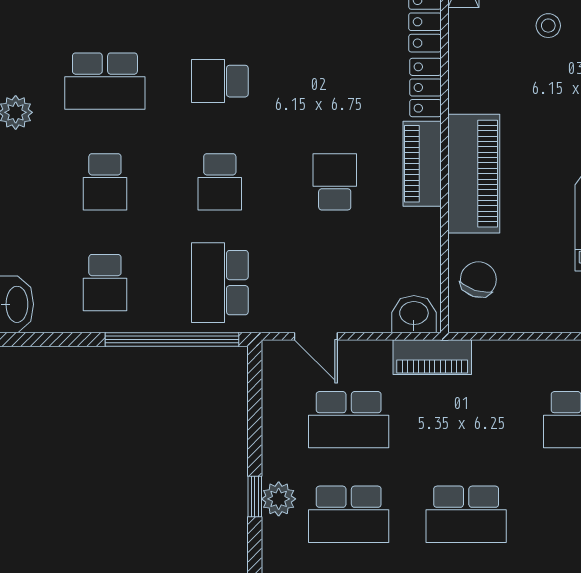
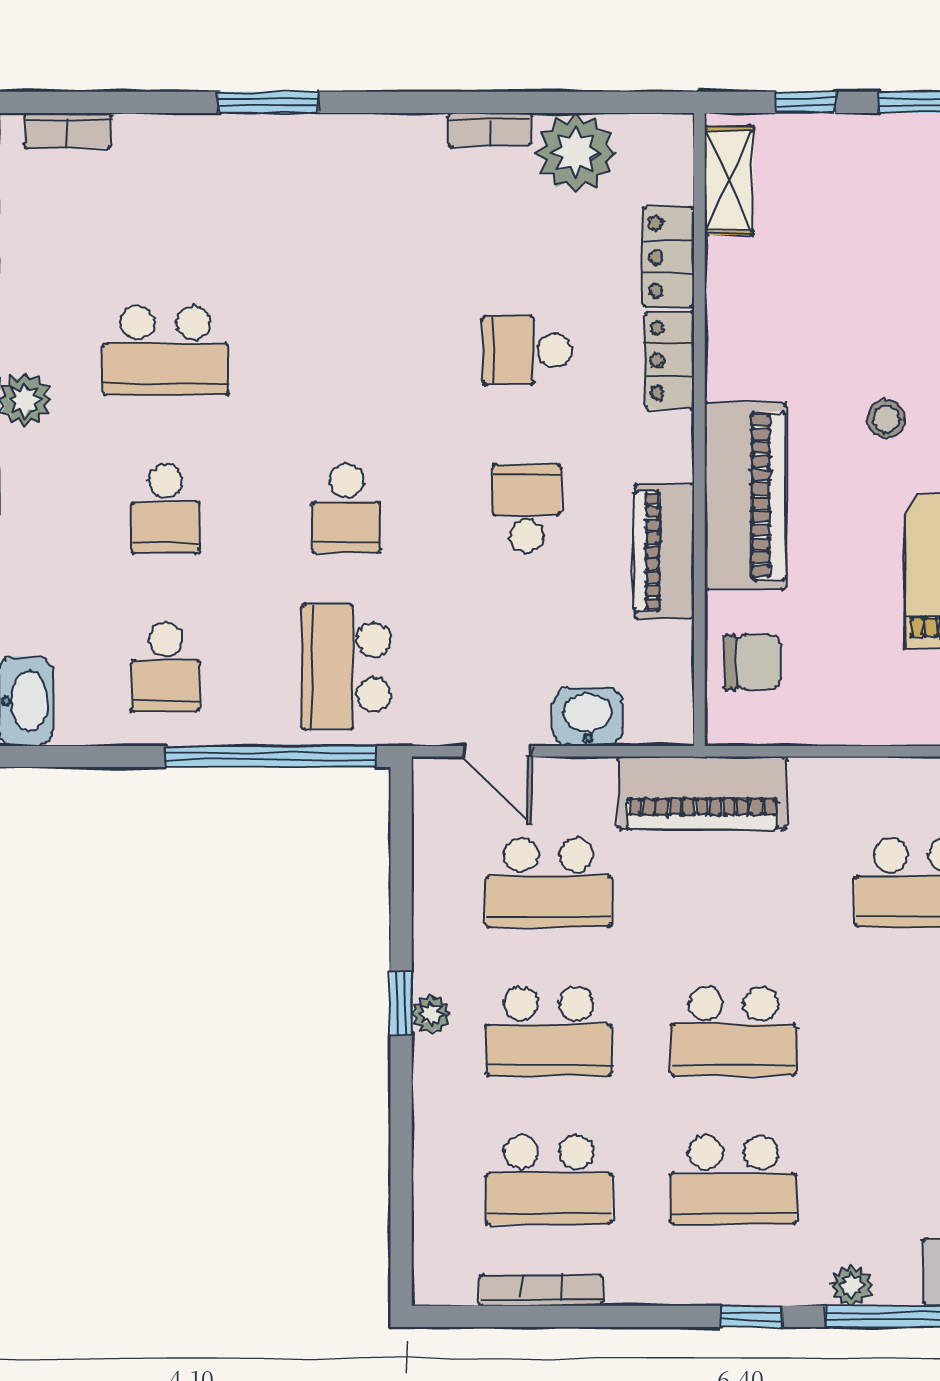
stool: (548, 26) -> (886, 419), moved
school desk: (220, 81) -> (527, 350), moved
piano: (422, 164) -> (664, 551), moved
chair: (478, 279) -> (753, 662), turned 72
washbasin: (414, 314) -> (588, 717), moved
piano: (432, 357) -> (702, 793), width x1.37, depth x1.33
plant: (279, 499) -> (431, 1014), width x0.73, depth x0.73

